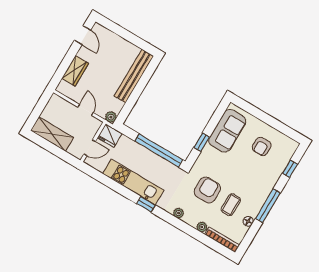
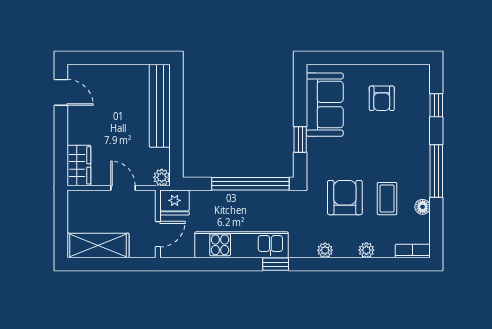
wardrobe: (75, 71) -> (79, 165), moved
bookcase: (222, 240) -> (413, 251), width x0.64

